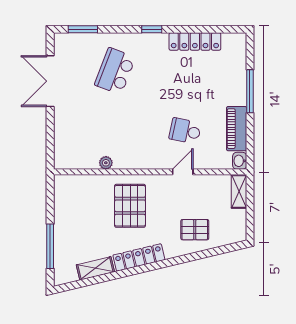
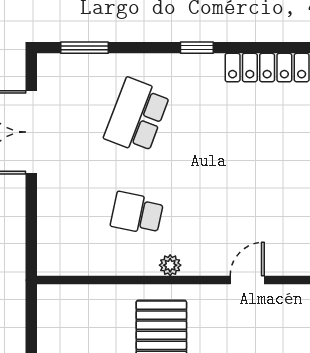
school desk: (185, 131) -> (137, 213), moved
plant: (106, 163) -> (170, 265), moved

